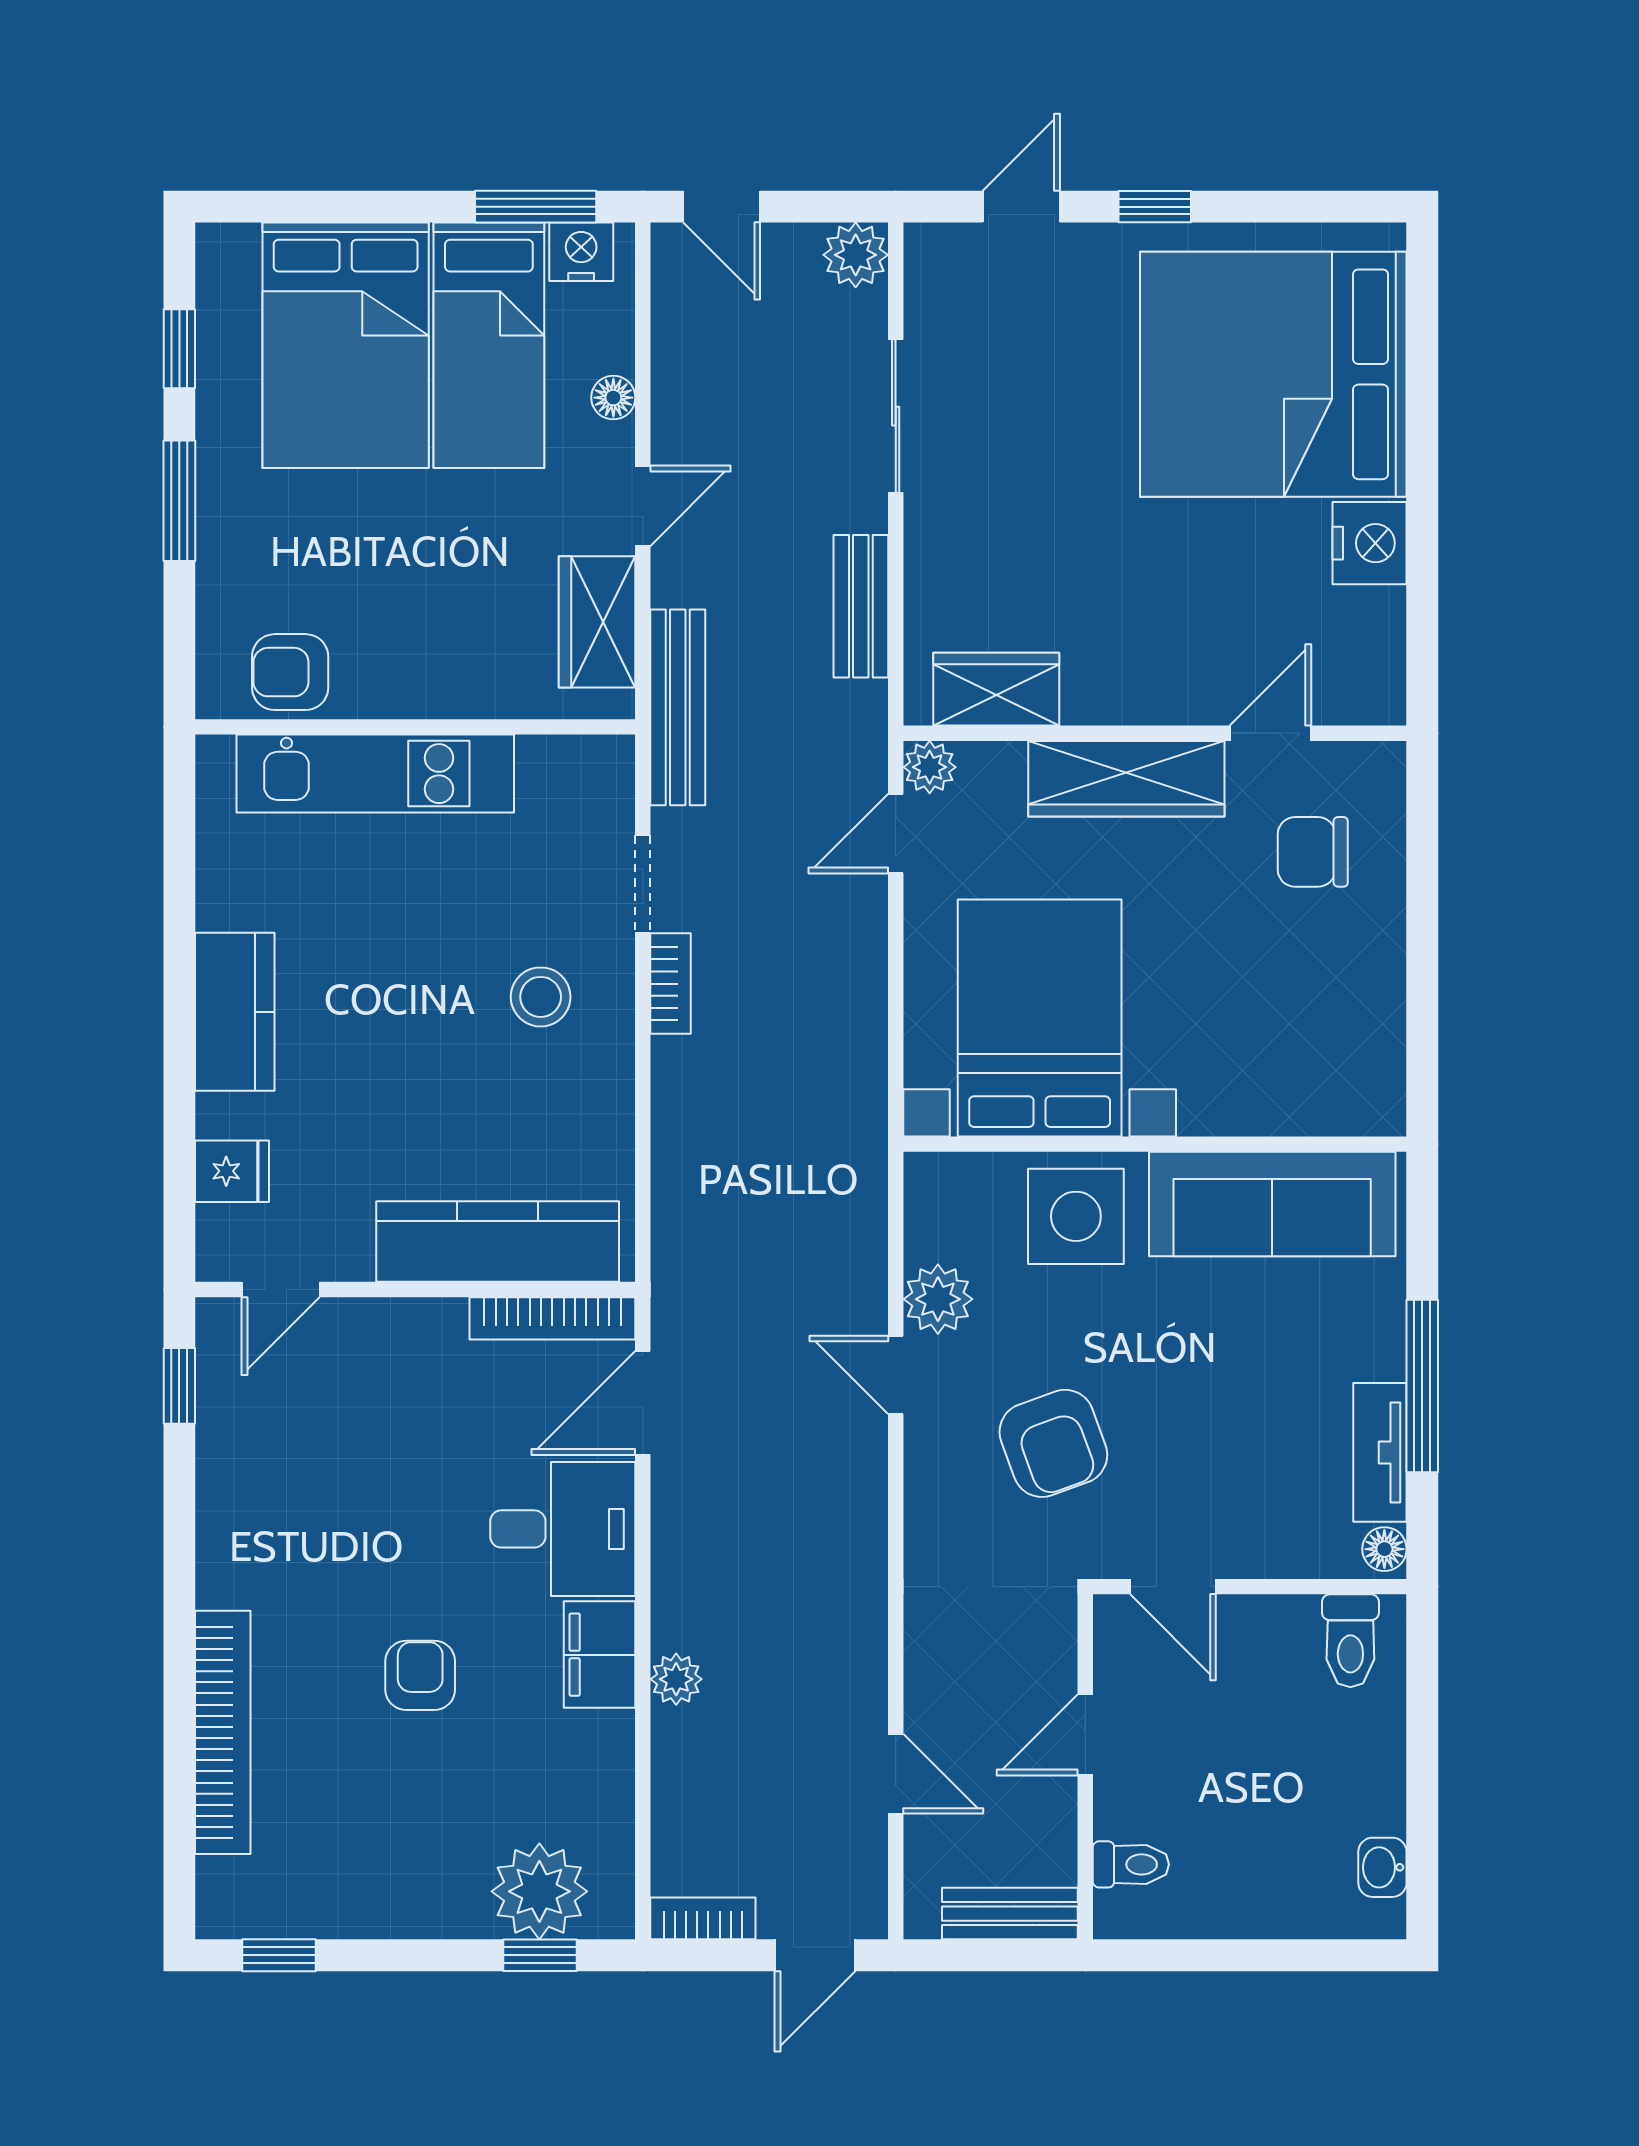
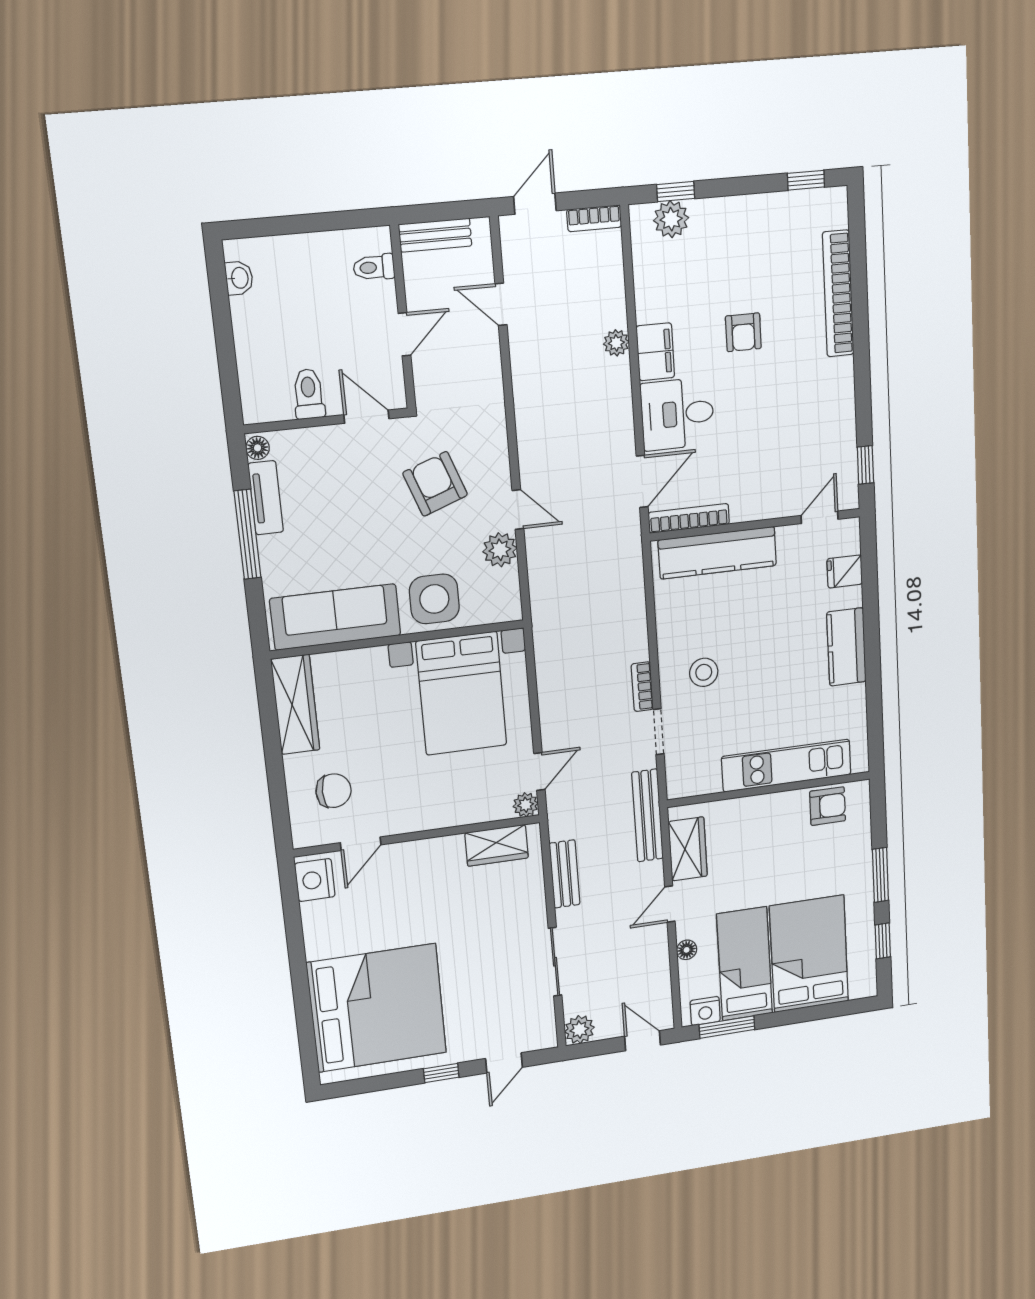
nightstand: (1370, 543) -> (315, 880), moved
wardrobe: (1126, 779) -> (295, 705), moved, turned 90
toilet: (1350, 1641) -> (309, 394), moved
plant: (539, 1891) -> (671, 219), width x0.73, depth x0.73

